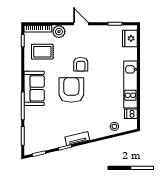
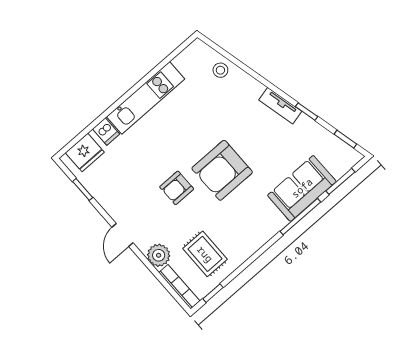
armchair: (81, 64) -> (177, 188), turned 180
sofa: (34, 88) -> (302, 188), moved
dishwasher: (131, 114) -> (106, 131), moved

